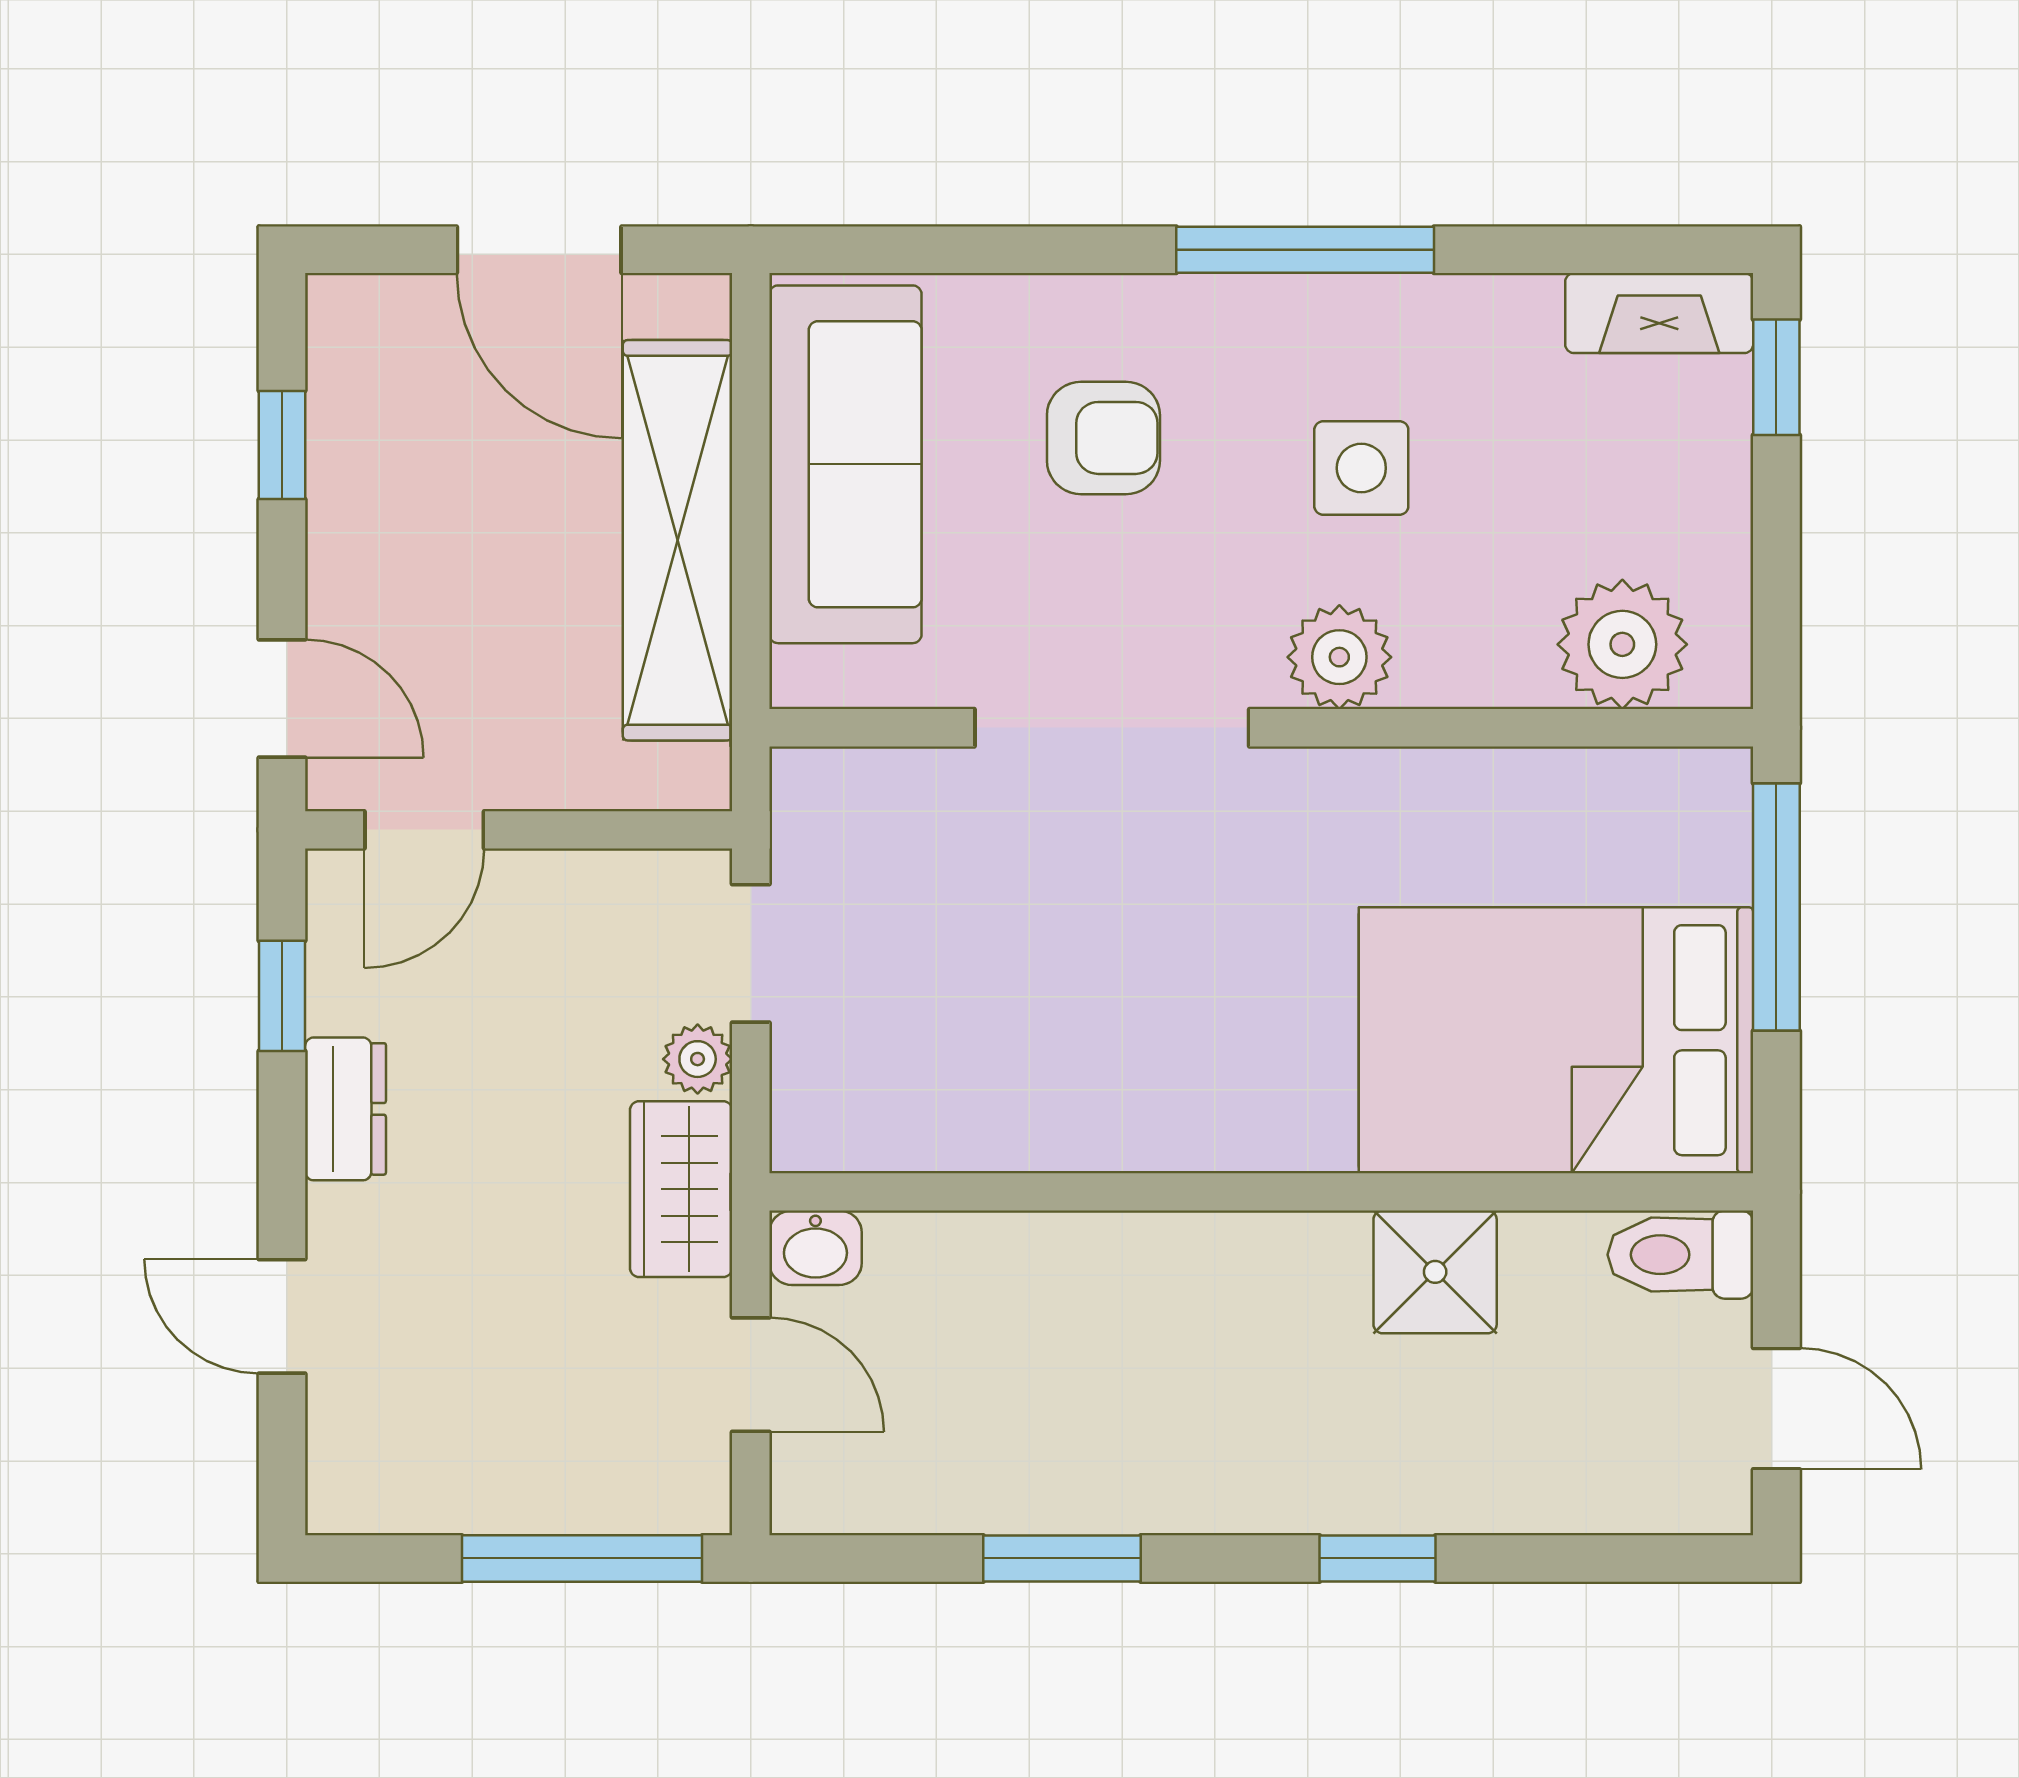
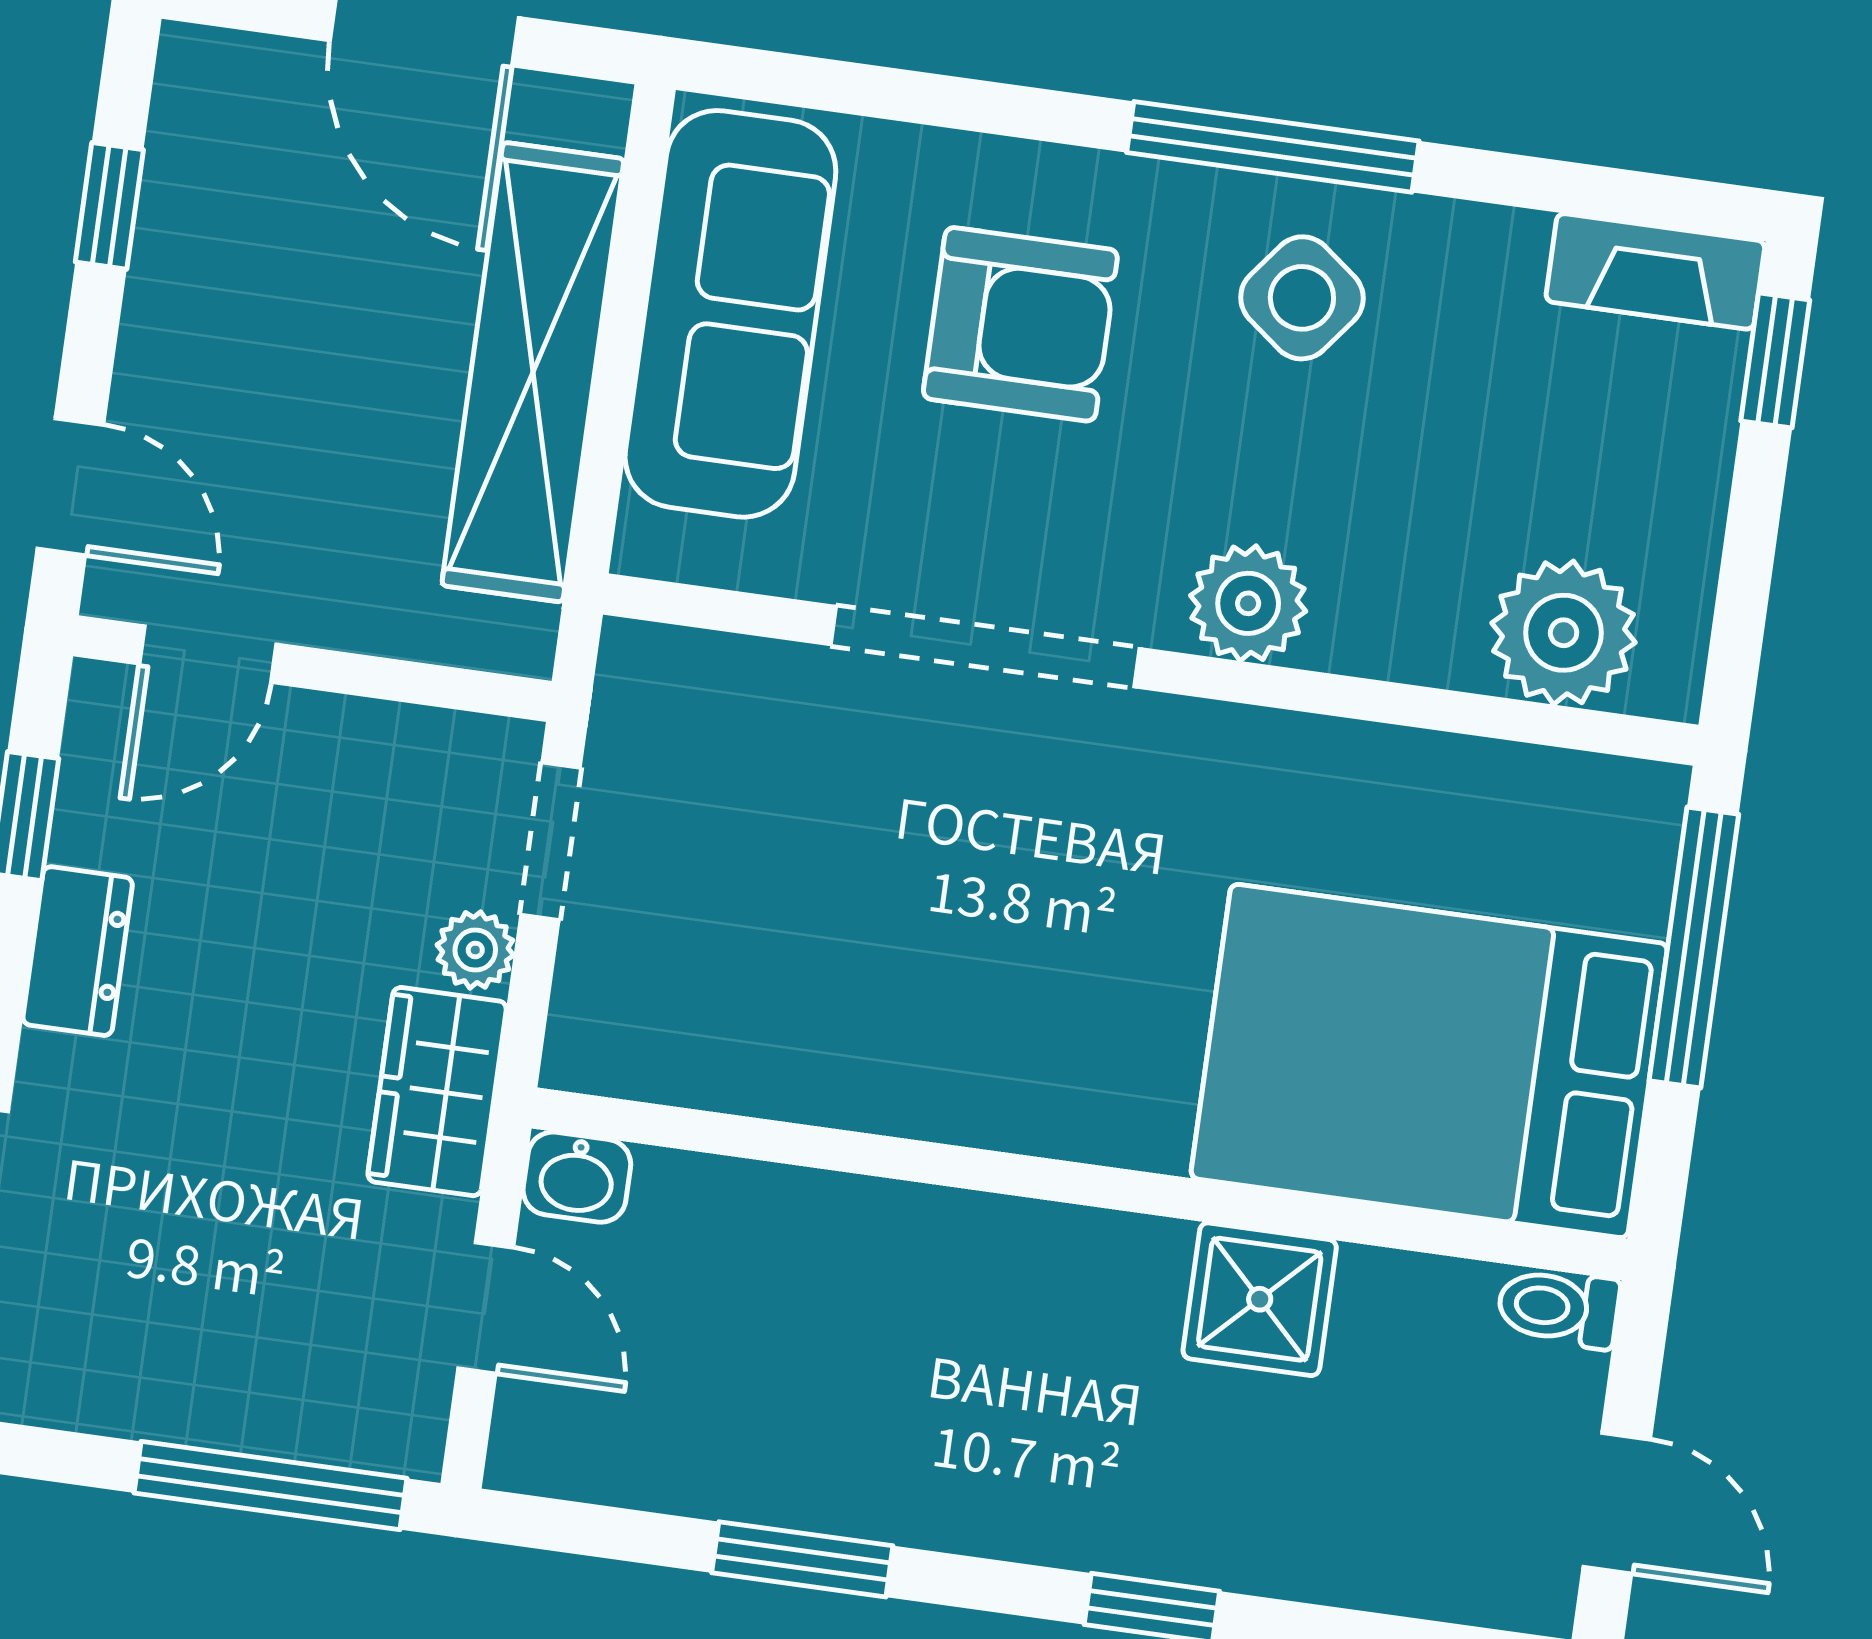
armchair: (1103, 438) -> (1020, 324), width x1.38, depth x1.38
side table: (1361, 468) -> (1302, 298), moved, turned 38
toilet: (1680, 1255) -> (1558, 1308), width x0.73, depth x0.72

